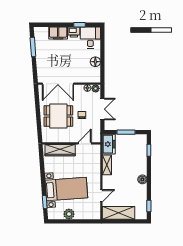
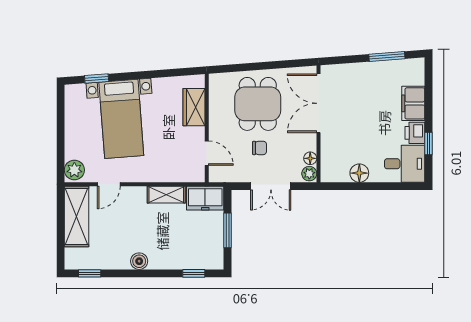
wardrobe: (60, 150) -> (194, 107), width x0.67
door: (101, 196) -> (109, 184), hinge flipped
plant: (69, 214) -> (74, 170), moved

